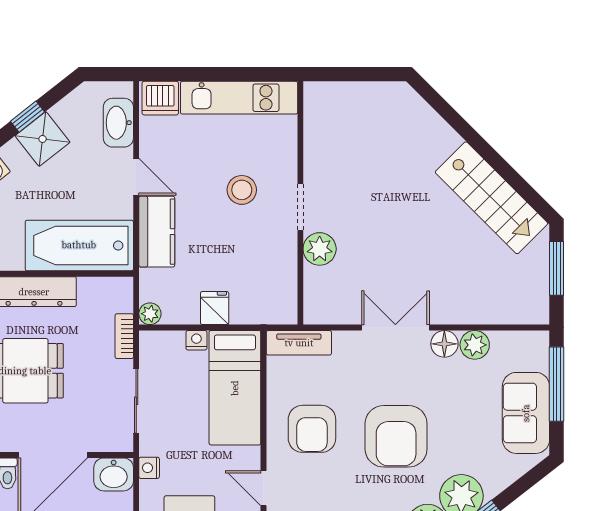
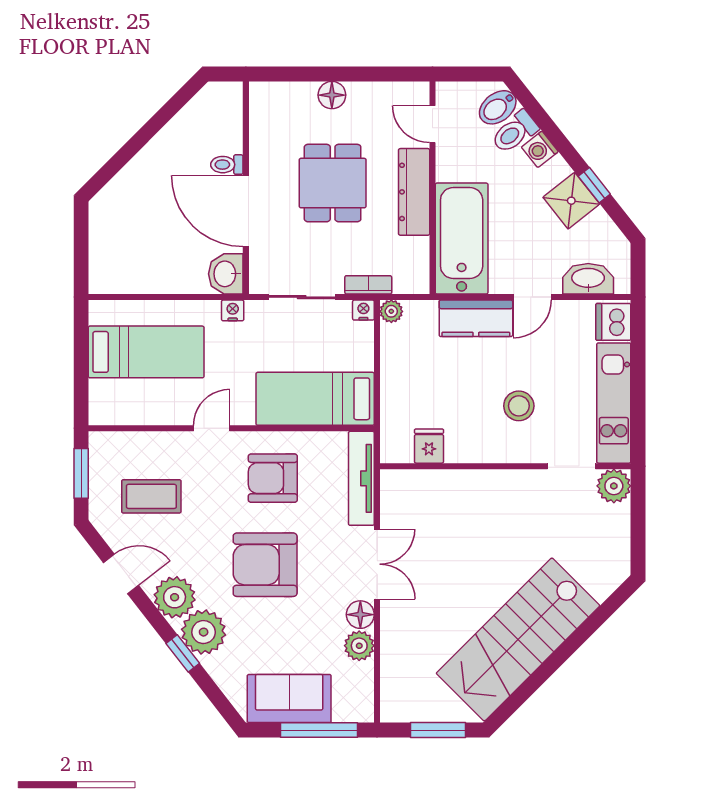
stairs: (491, 198) -> (518, 639), width x1.36, depth x1.51
doorway: (300, 207) -> (571, 466), moved
plant: (320, 249) -> (614, 486), moved
fridge: (215, 308) -> (429, 446), moved, turned -90
nightstand: (196, 340) -> (363, 310), moved, turned -90
tv unit: (299, 343) -> (361, 478), width x1.41

